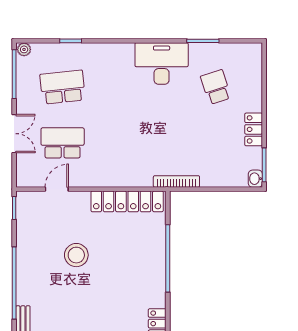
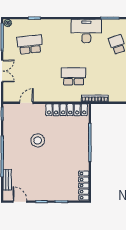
school desk: (63, 143) -> (74, 76), moved

